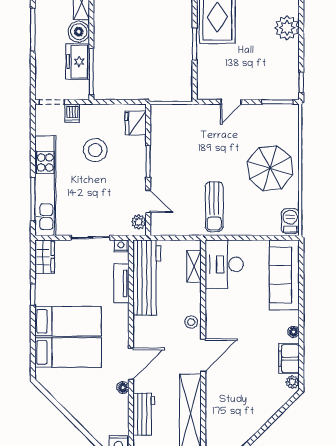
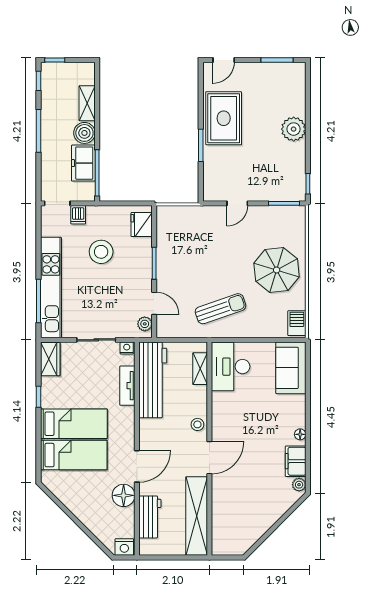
sun lounger: (214, 207) -> (220, 309), turned -109
sofa: (284, 275) -> (291, 368), width x0.73
floor lamp: (123, 387) -> (124, 495), width x1.89, depth x1.89

